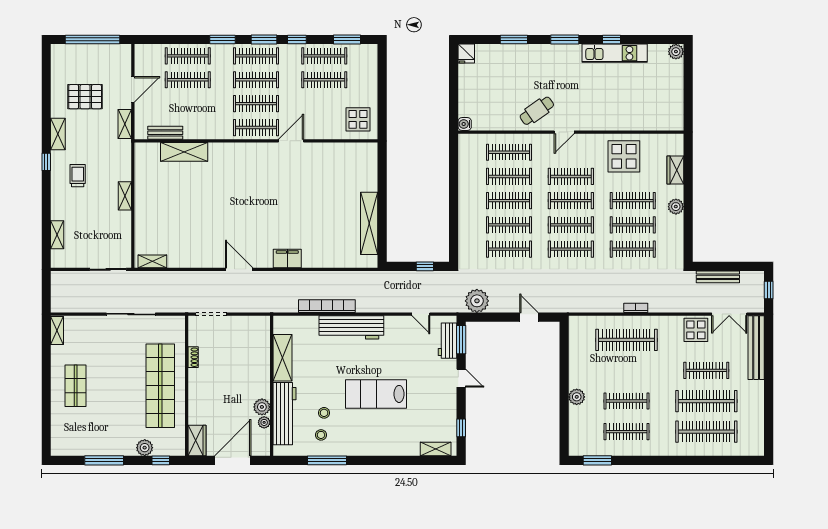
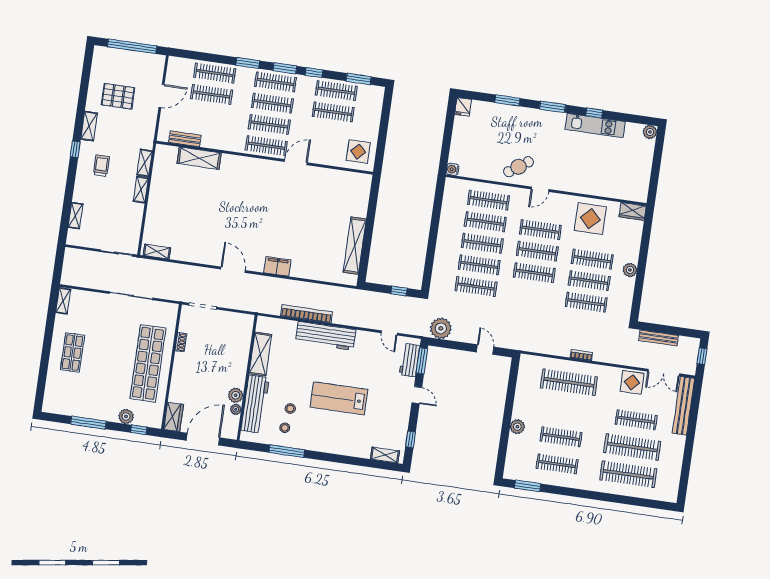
shelving: (125, 124) -> (145, 163), moved
wardrobe: (675, 170) -> (633, 211), moved, turned -90
clothes rail: (571, 249) -> (531, 294), removed

